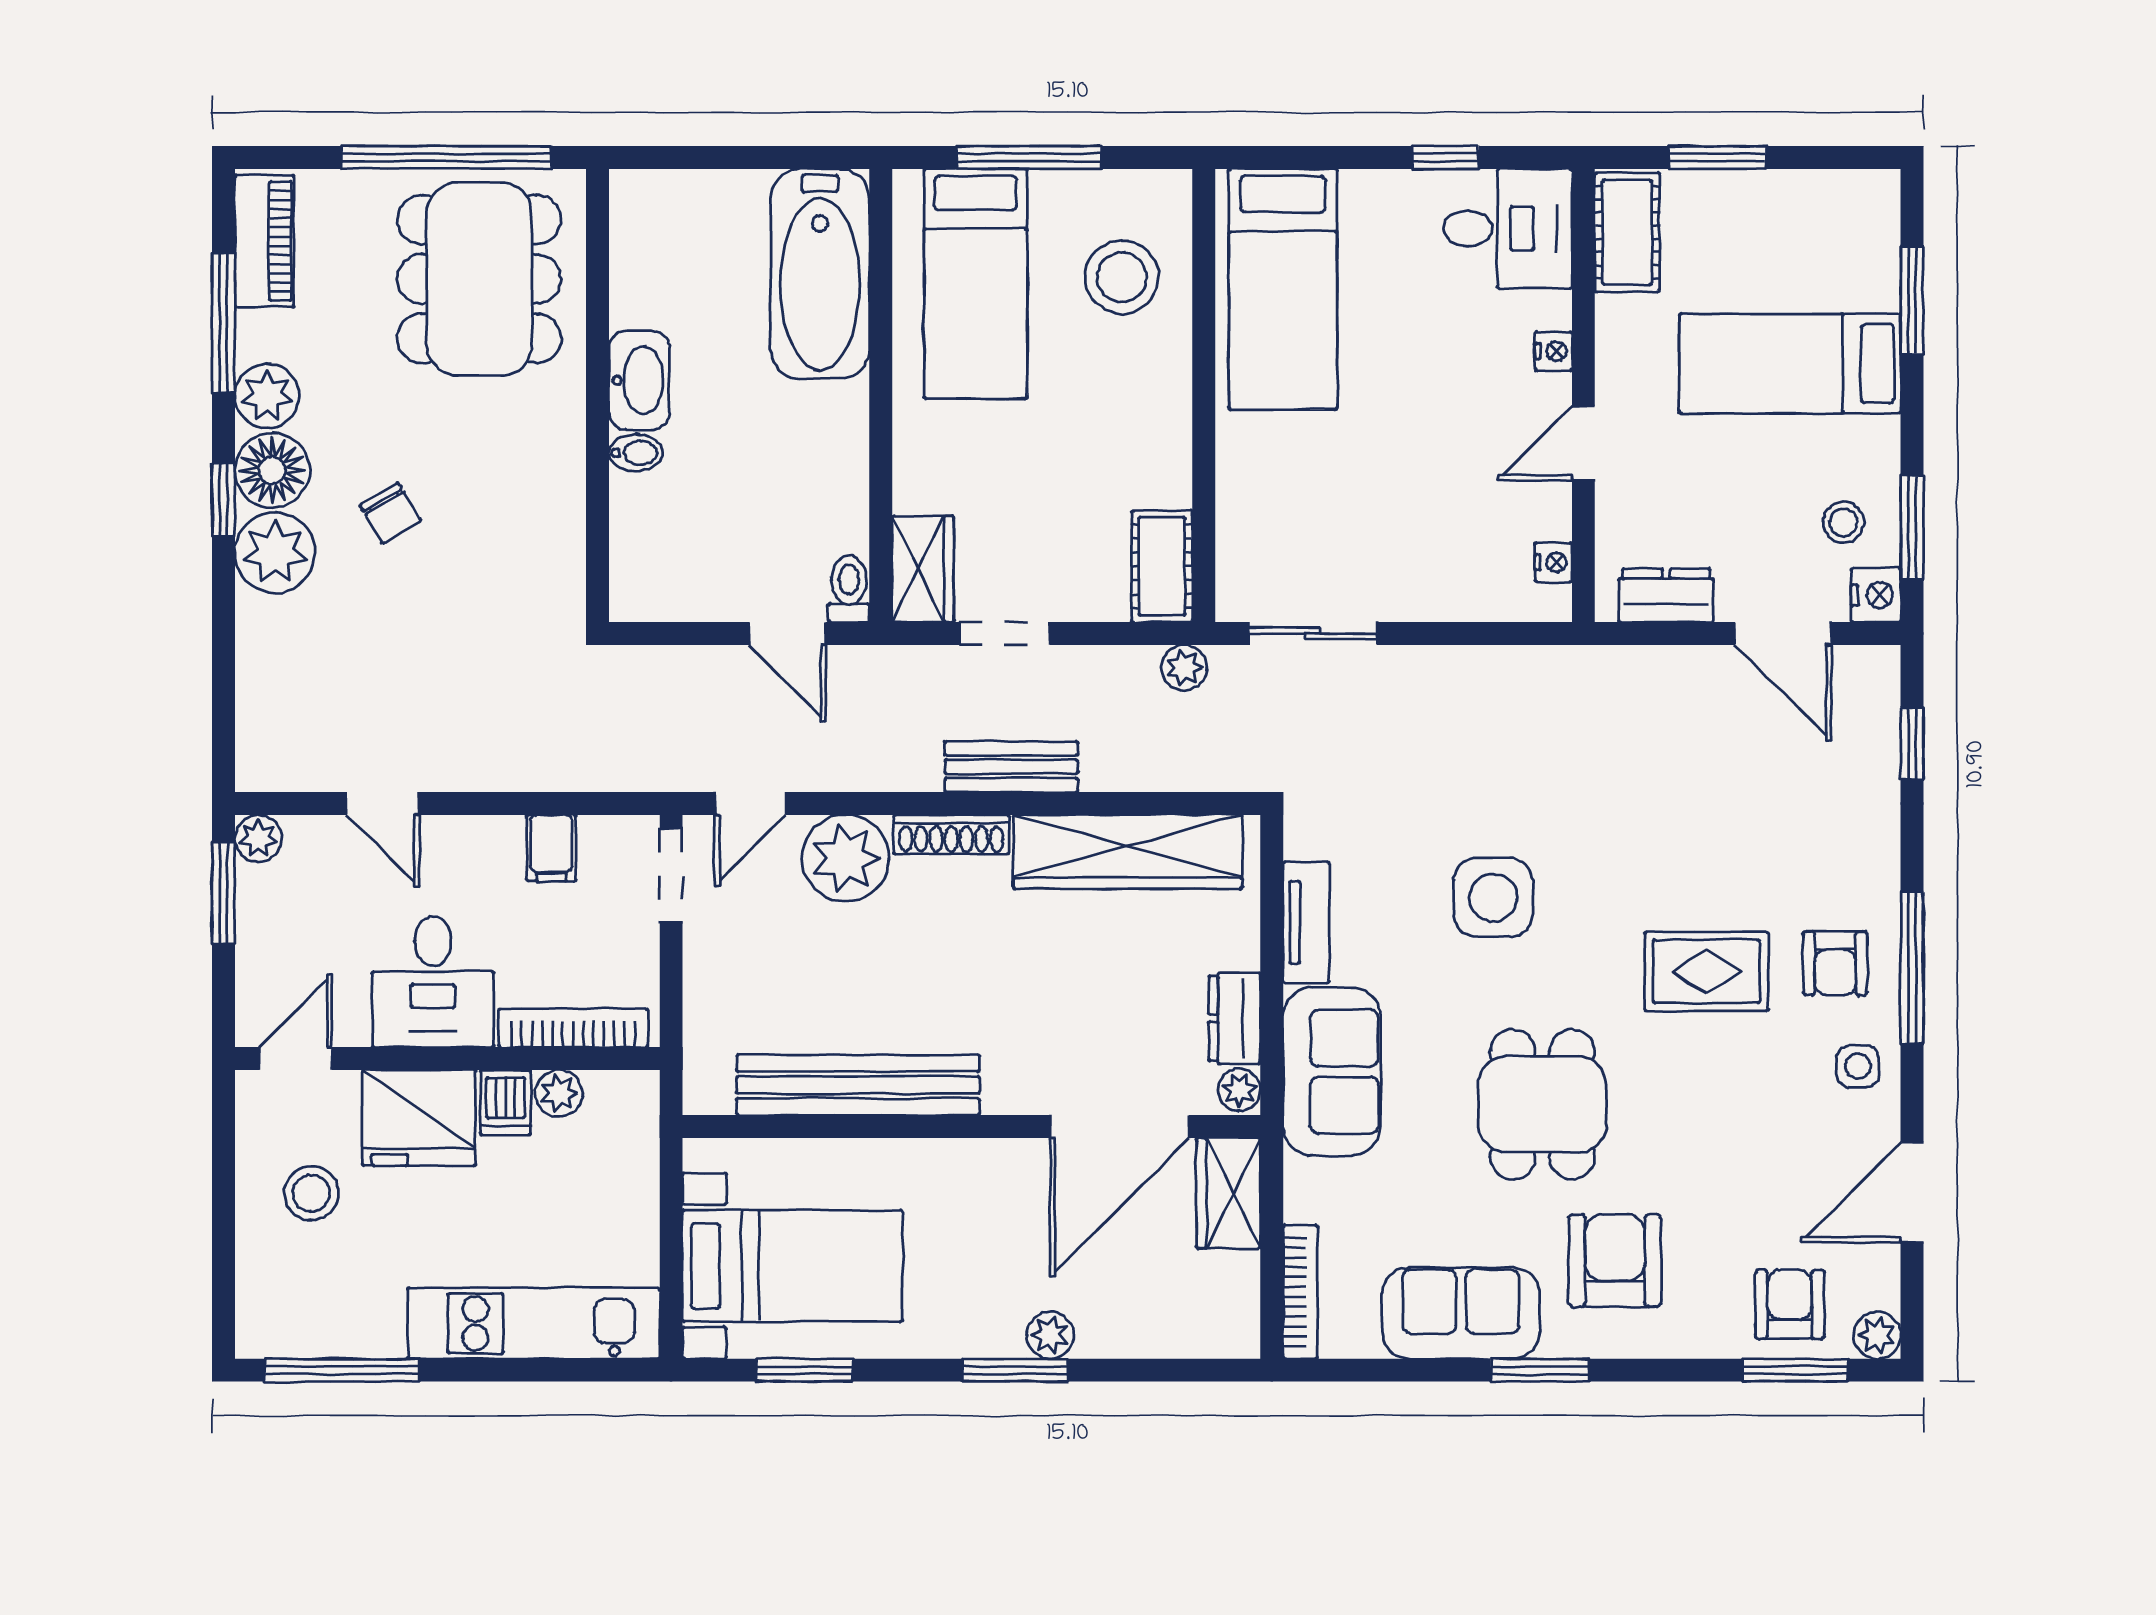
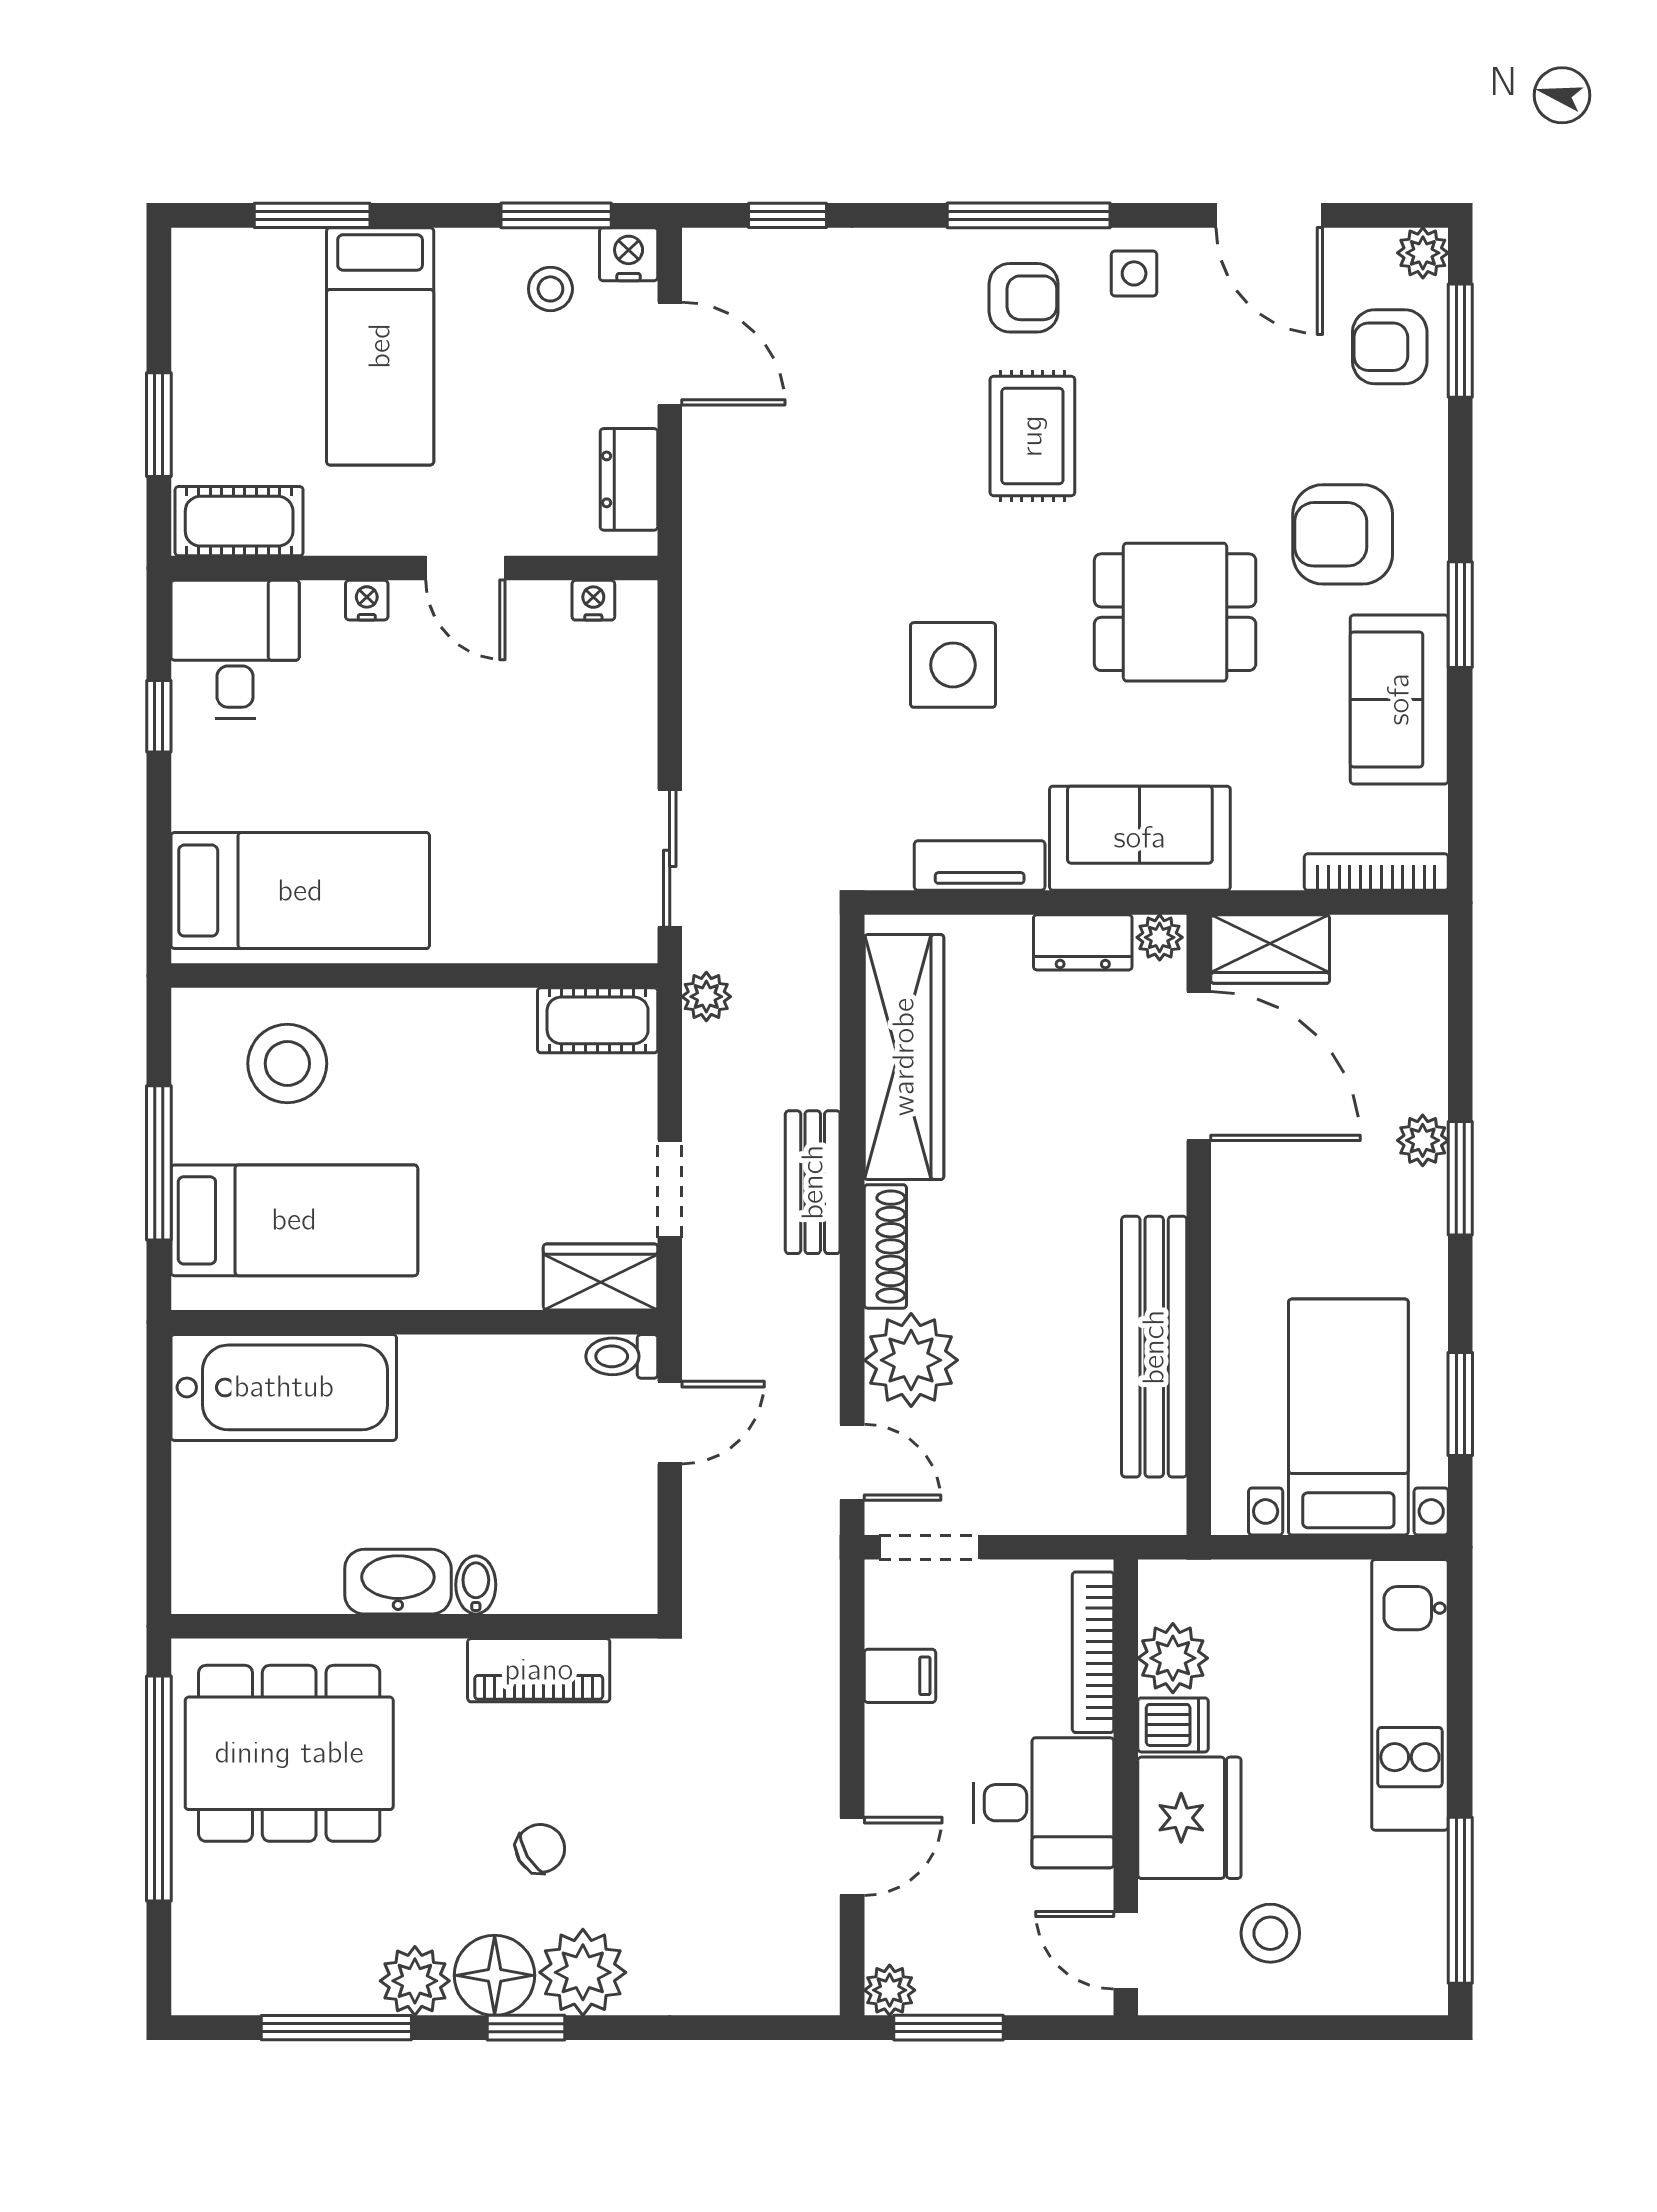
piano: (264, 241) -> (539, 1670), moved, turned 180
door: (1783, 633) -> (670, 354), hinge flipped
plant: (559, 1093) -> (1173, 1658), width x1.38, depth x1.38

